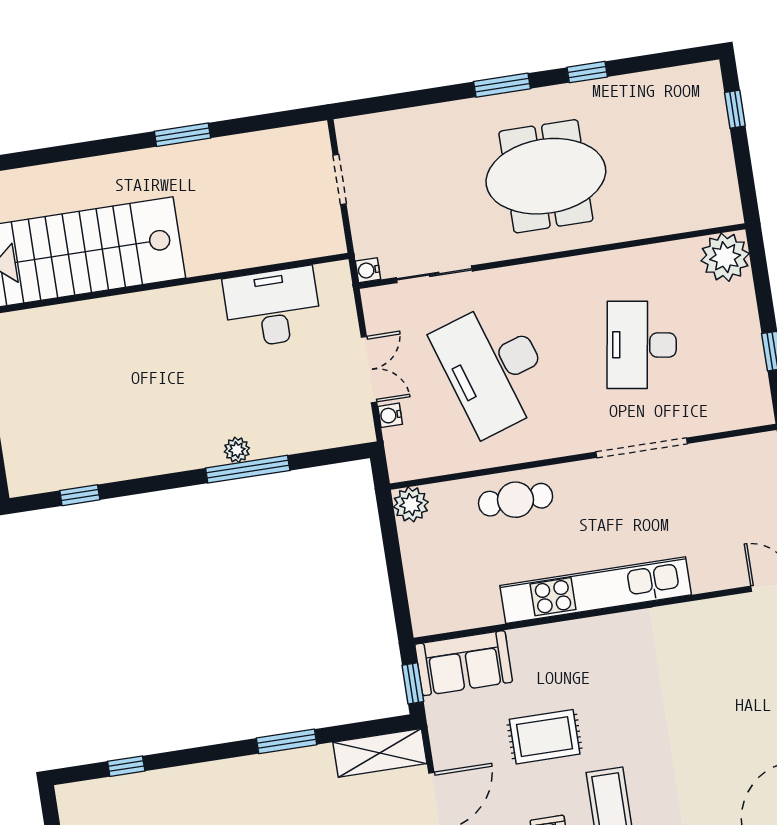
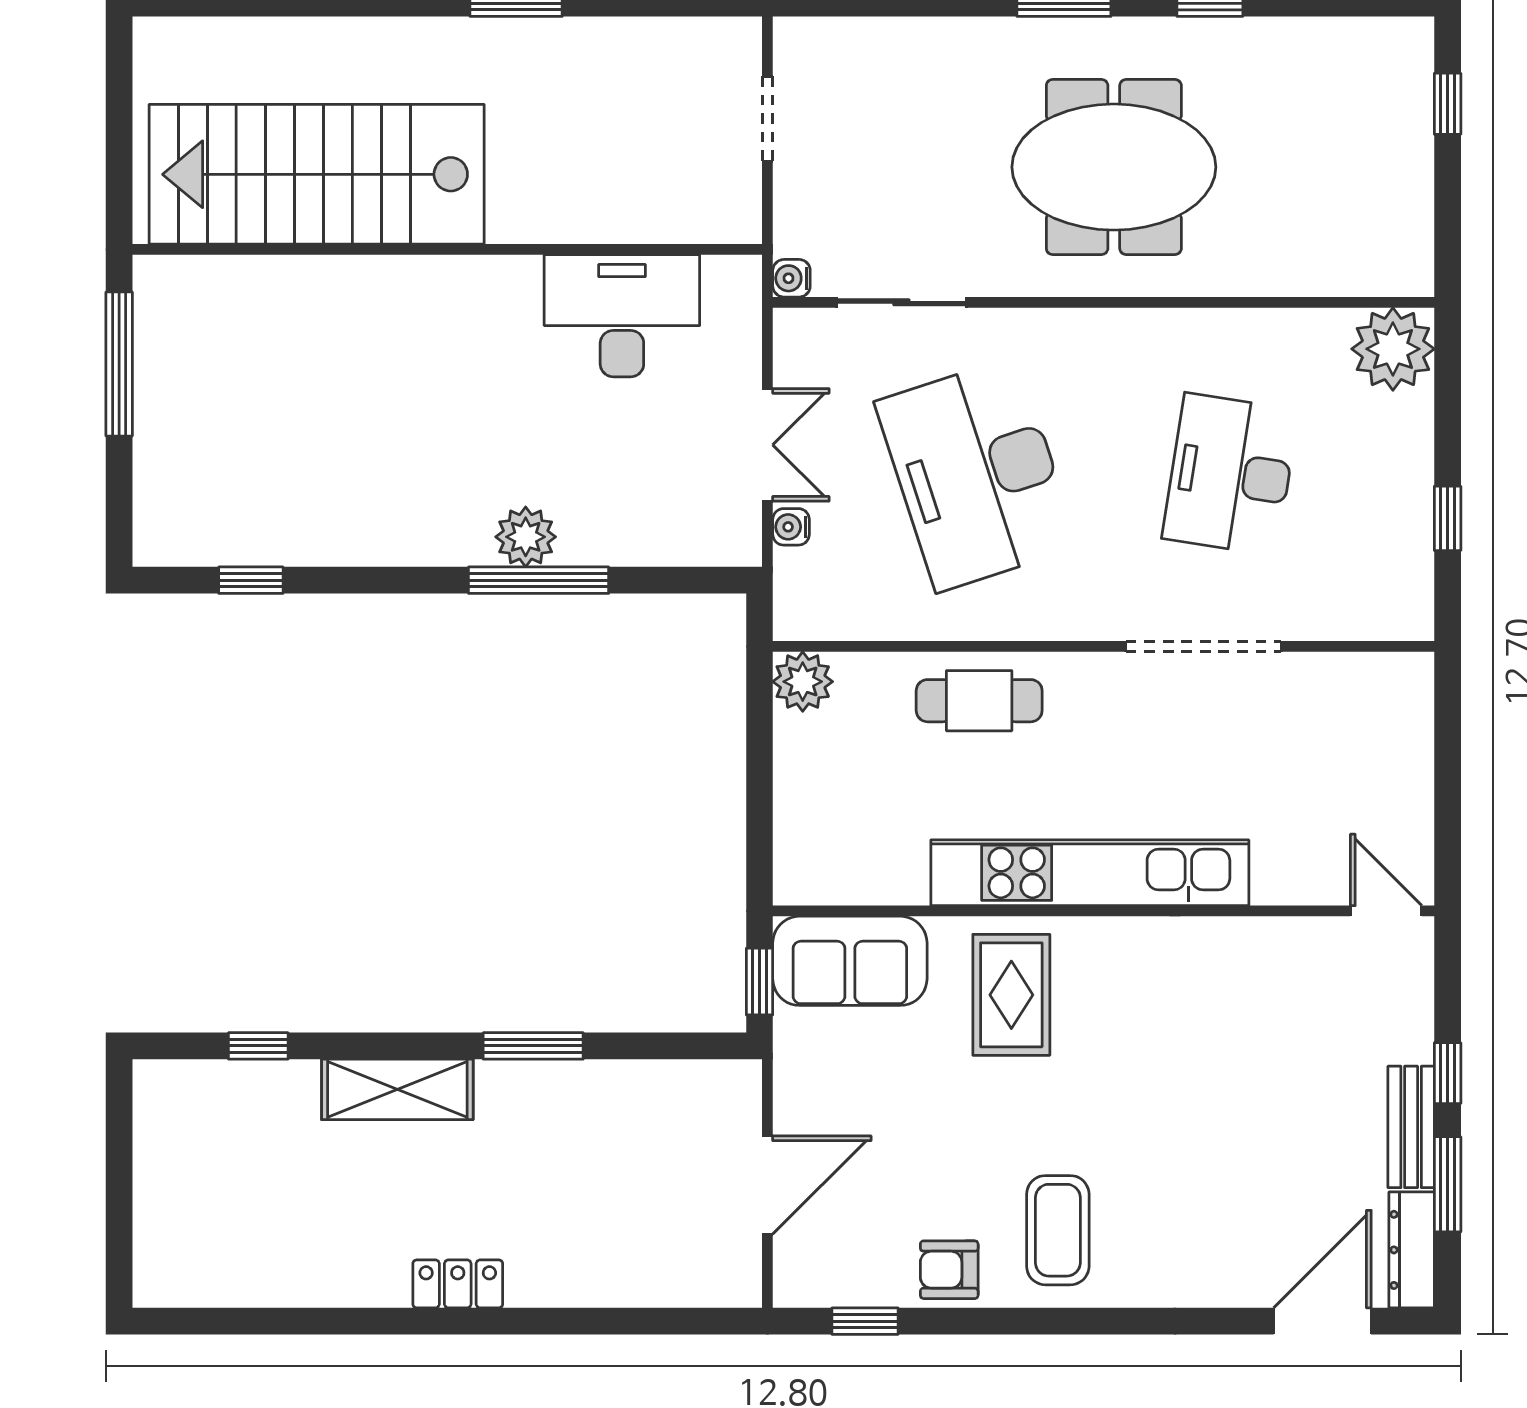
plant: (237, 450) -> (526, 537), width x1.38, depth x1.38
rug: (545, 737) -> (1011, 995), moved, turned 90
shelving: (380, 753) -> (397, 1089), moved

